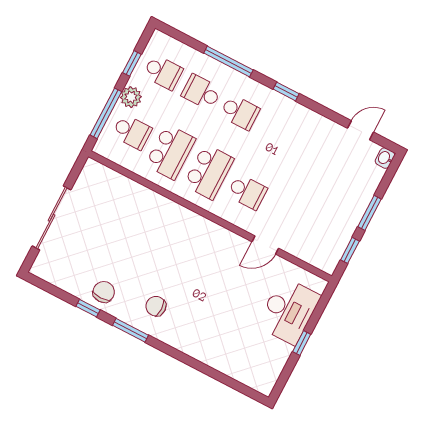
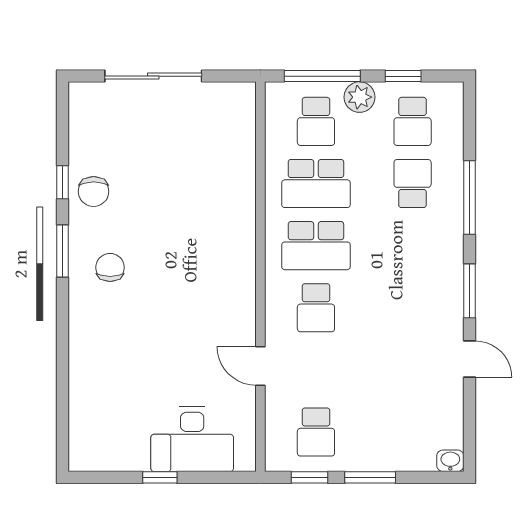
window: (286, 91) -> (470, 291), width x1.50
school desk: (240, 112) -> (316, 432), moved
door: (360, 130) -> (470, 359), moved
chair: (104, 292) -> (94, 192), turned 90

